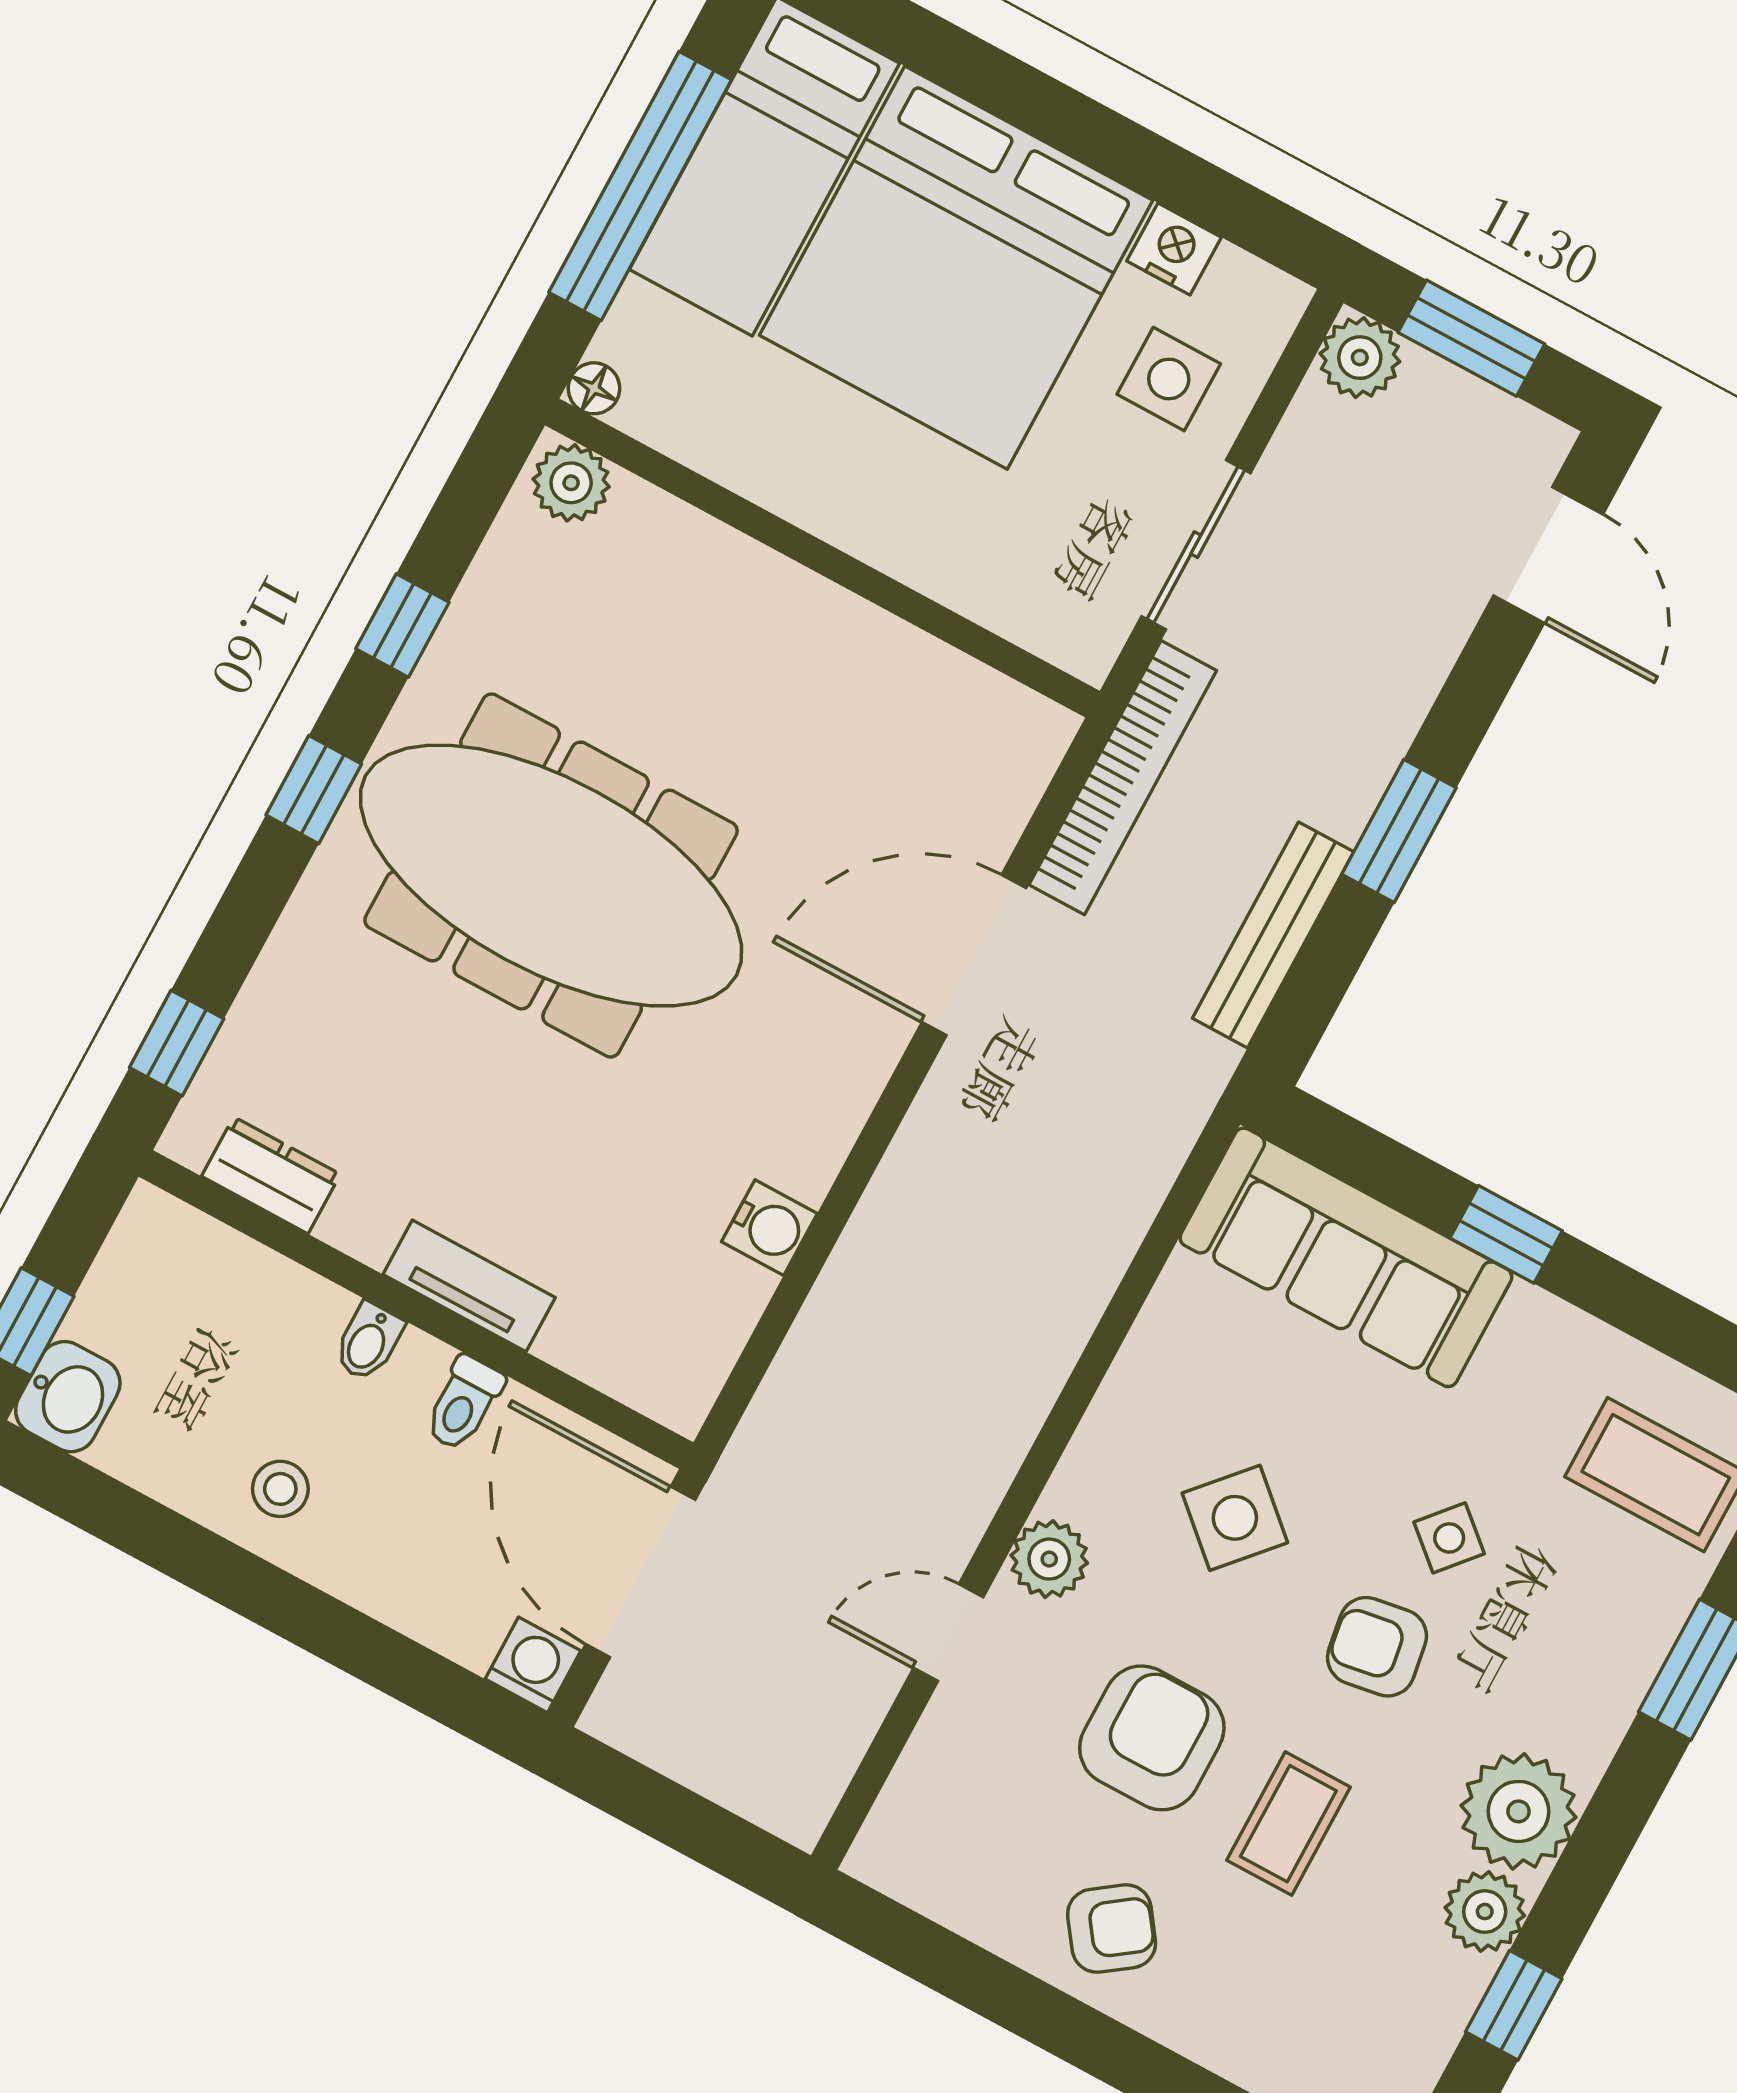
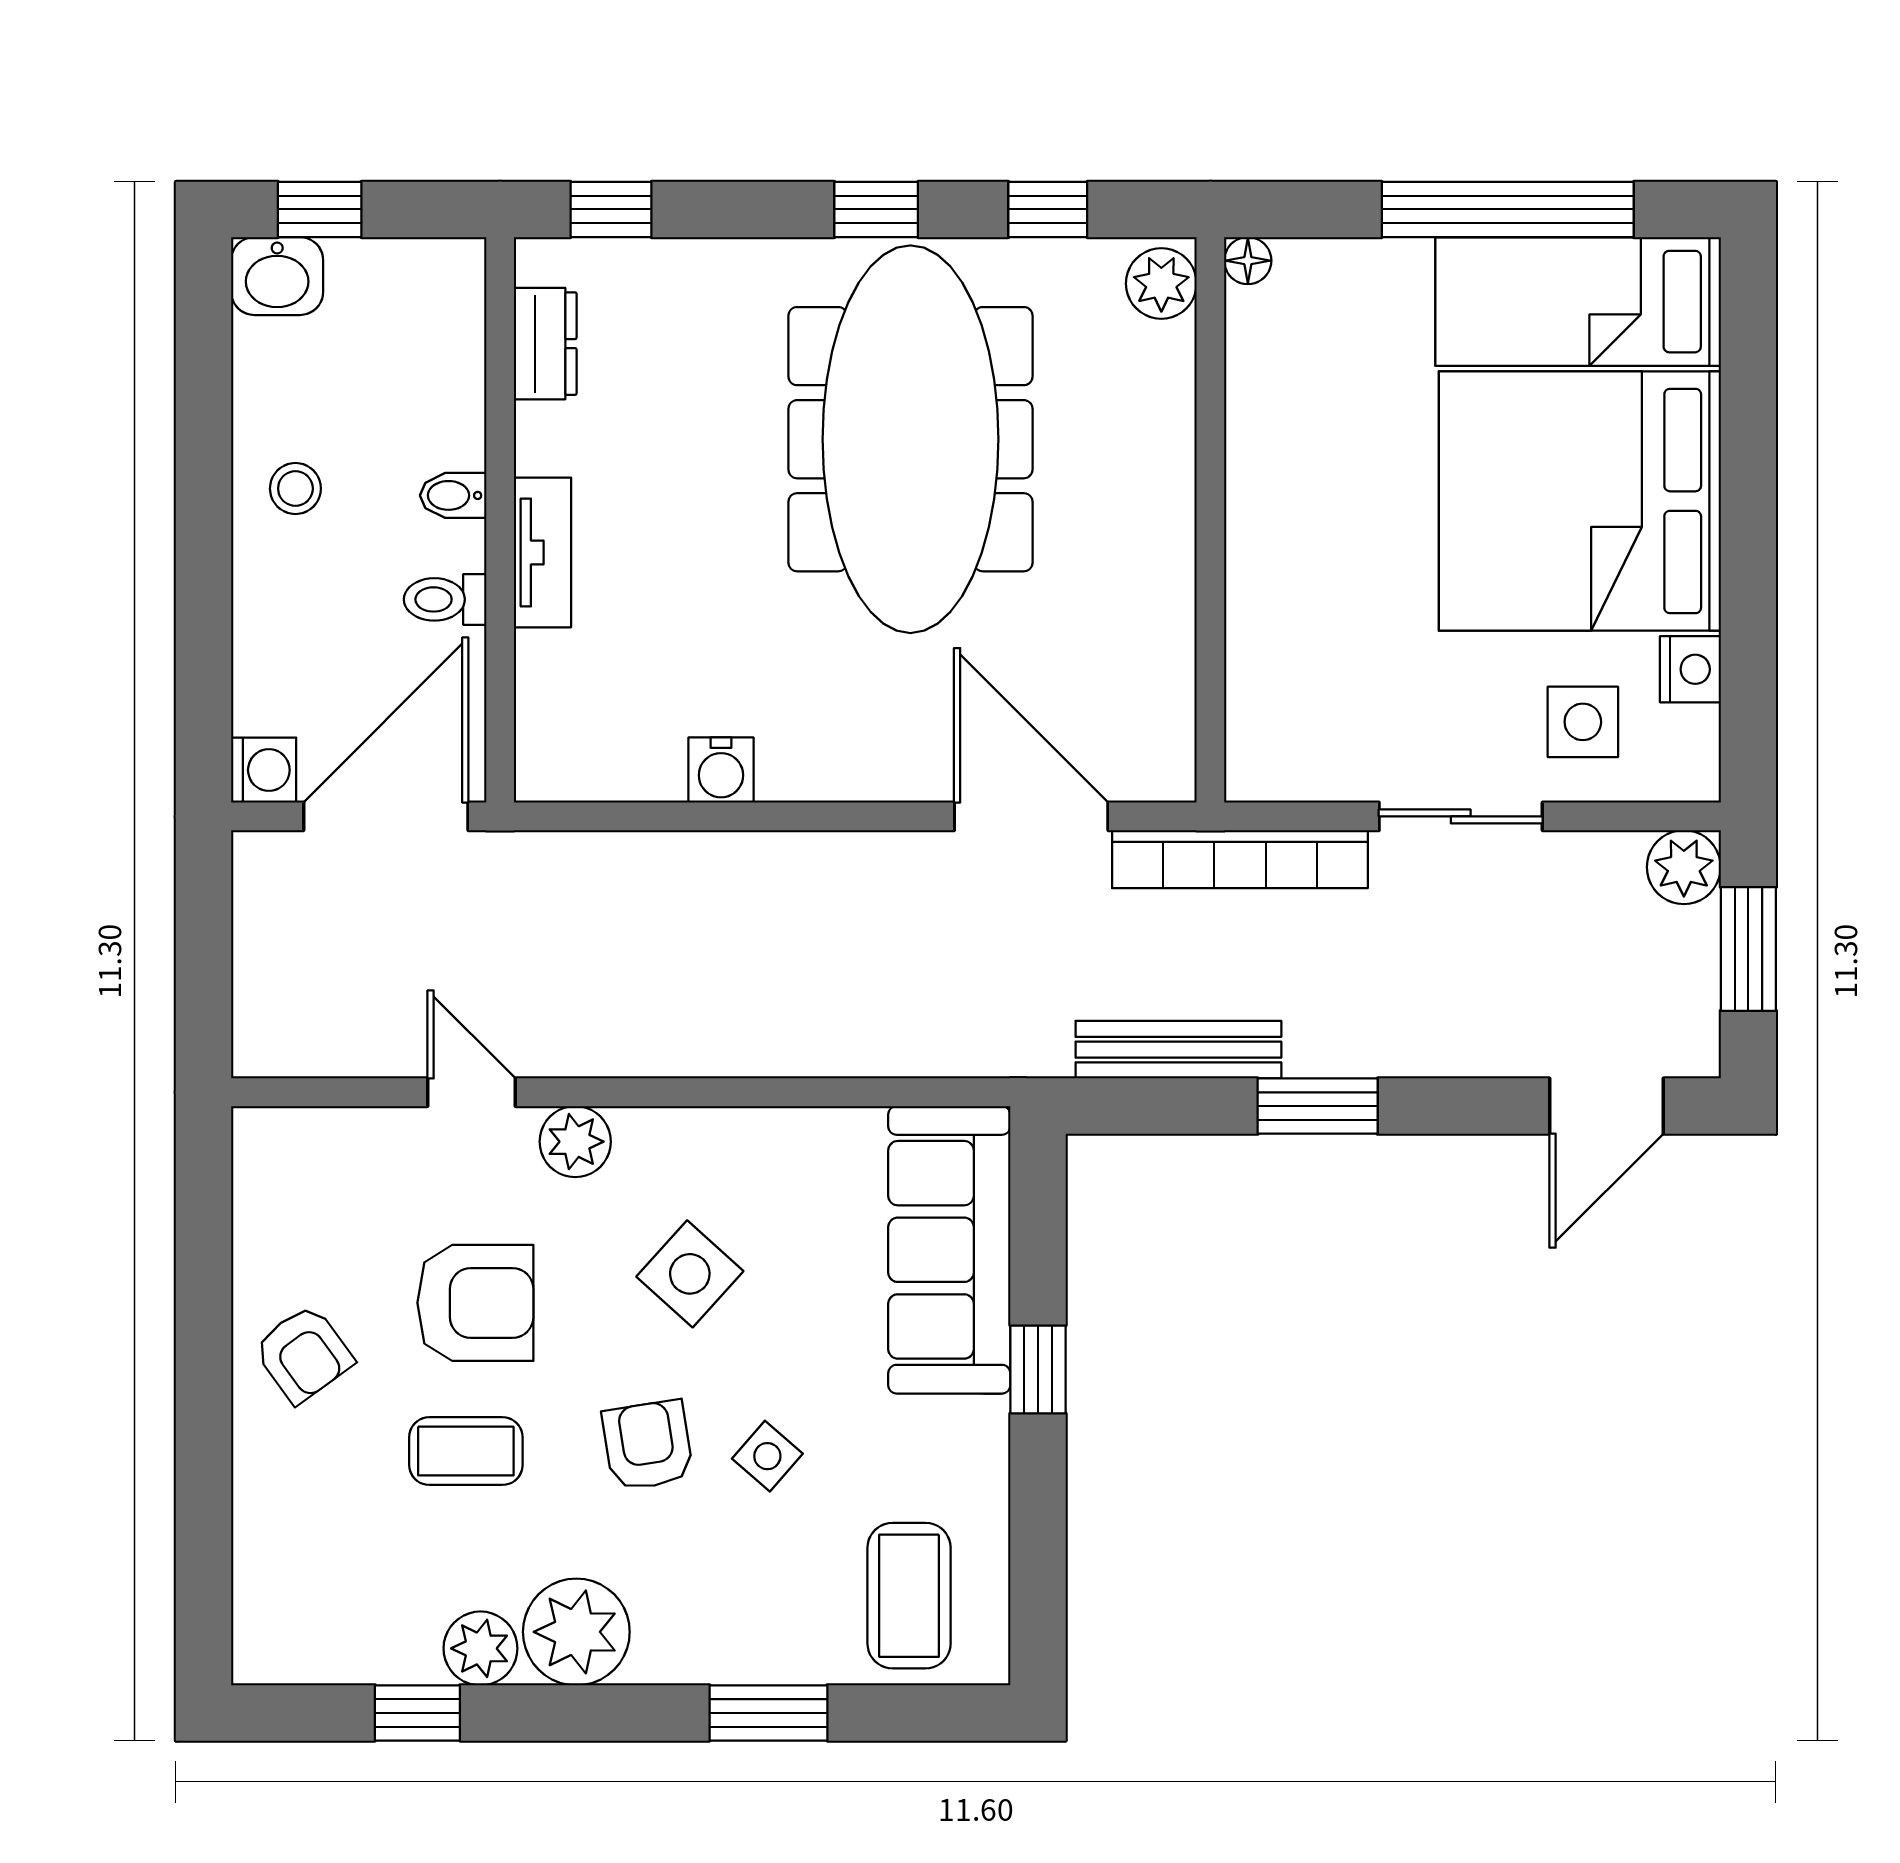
floor lamp: (594, 388) -> (1248, 261), moved
plant: (571, 483) -> (1161, 284), moved
wall: (822, 558) -> (1210, 520), moved

